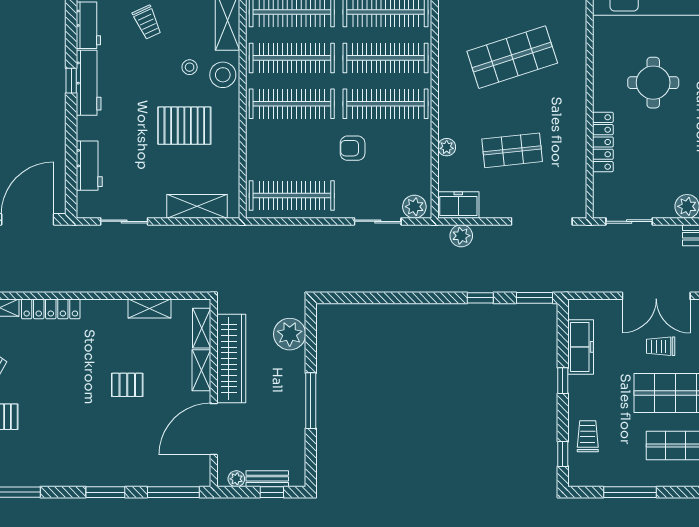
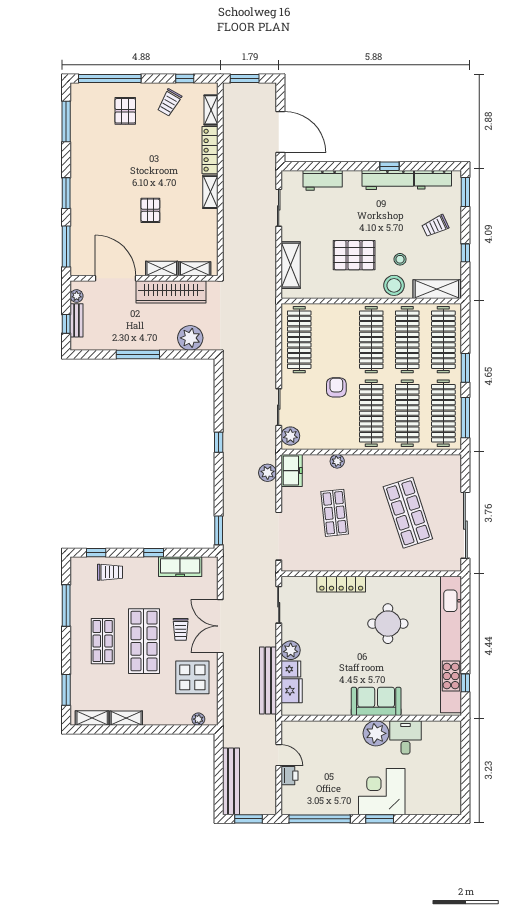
pallet: (184, 126) -> (354, 255), turned 90
window: (480, 298) -> (219, 442), moved
shelving: (150, 309) -> (210, 192), moved
trolley: (661, 346) -> (181, 629), turned 180

